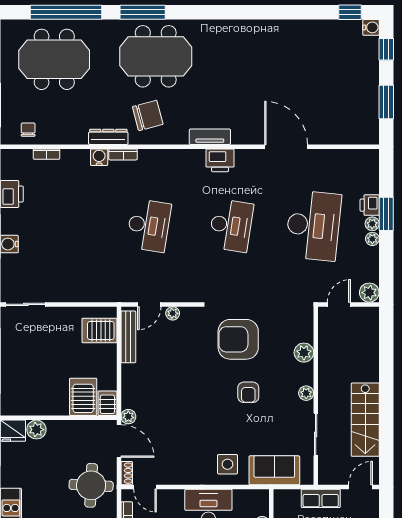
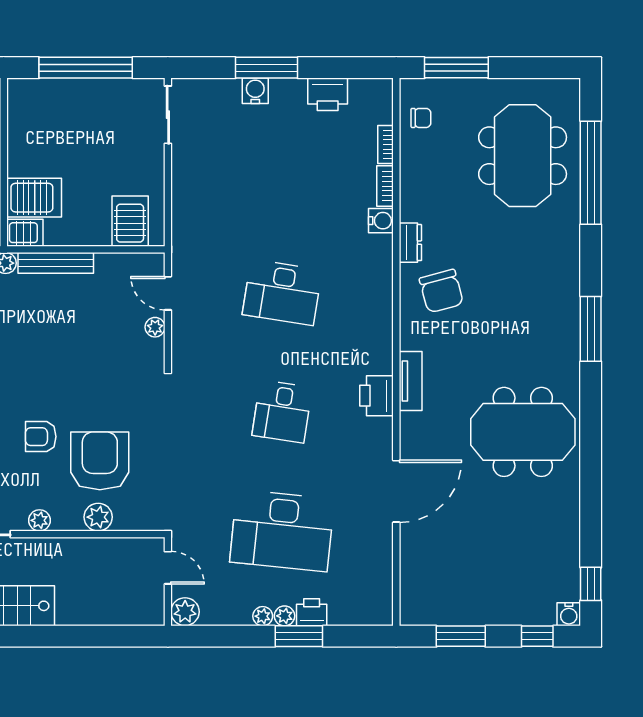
window: (143, 12) -> (591, 329), moved
meeting table: (156, 56) -> (523, 432), moved, turned 90
dresser: (108, 137) -> (410, 243), width x0.70
bookcase: (123, 154) -> (385, 186), moved
desk: (231, 226) -> (282, 412), width x0.73
bench: (128, 337) -> (56, 263), moved
armchair: (238, 339) -> (100, 461), moved

